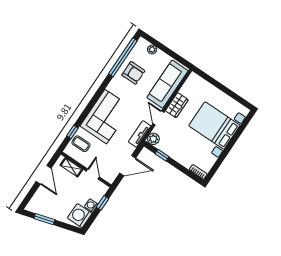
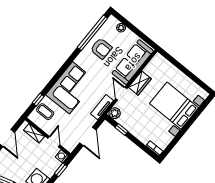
door: (128, 166) -> (88, 136), hinge flipped
washing machine: (91, 205) -> (62, 156), moved

